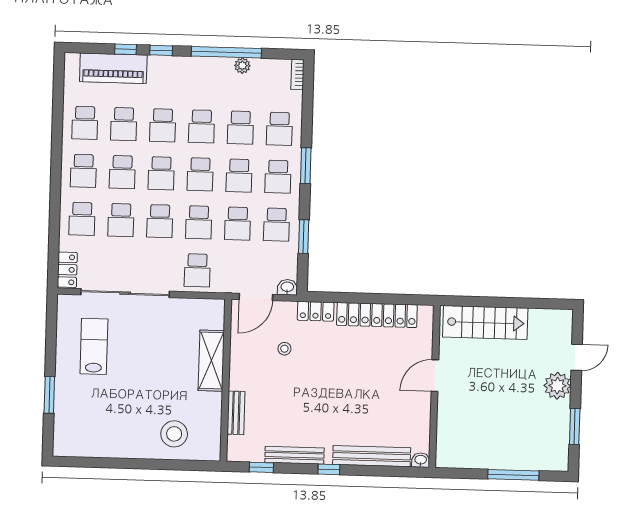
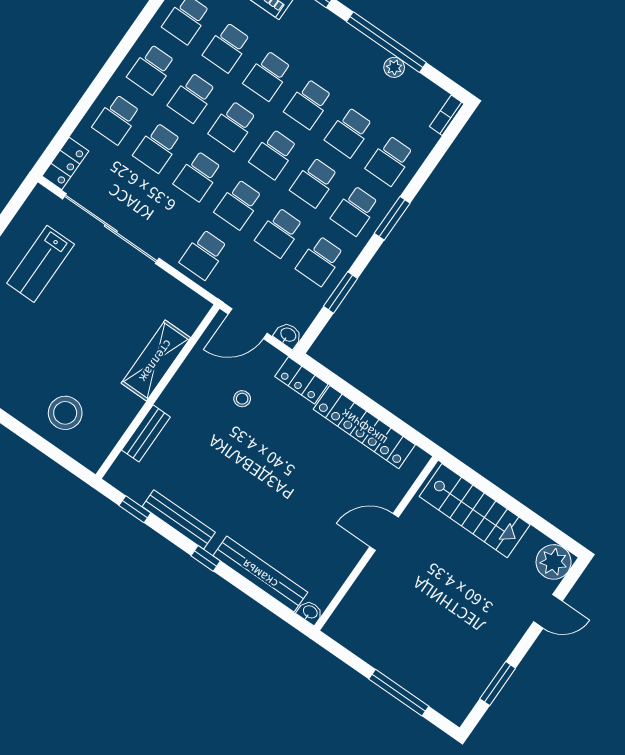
lab bench: (94, 346) -> (41, 264), turned 180
plant: (557, 386) -> (554, 562), moved

